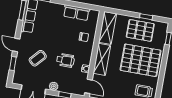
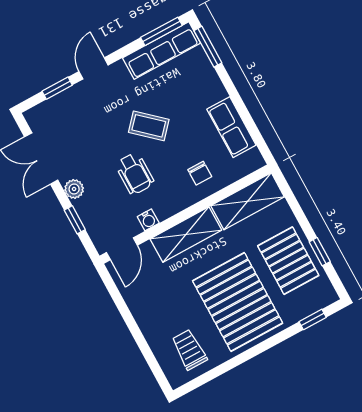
coffee table: (38, 58) -> (149, 126), moved

